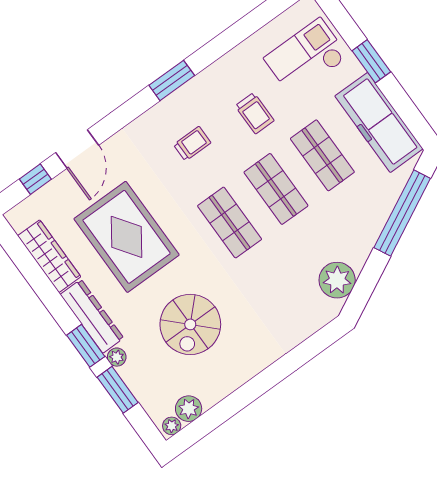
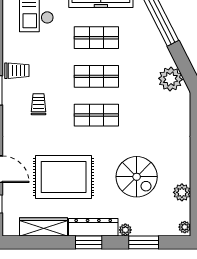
trolley: (255, 113) -> (17, 71), moved
window: (86, 346) -> (89, 242), moved
plant: (189, 409) -> (182, 192), moved

